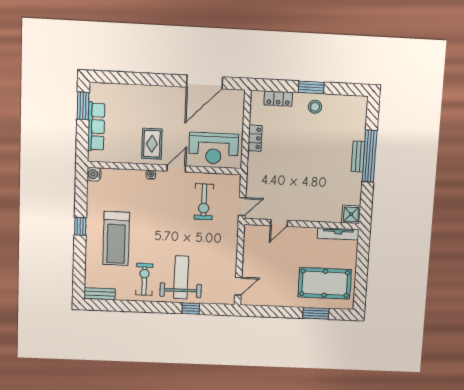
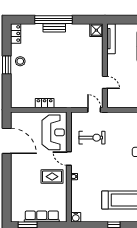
locker: (278, 99) -> (16, 33), moved

